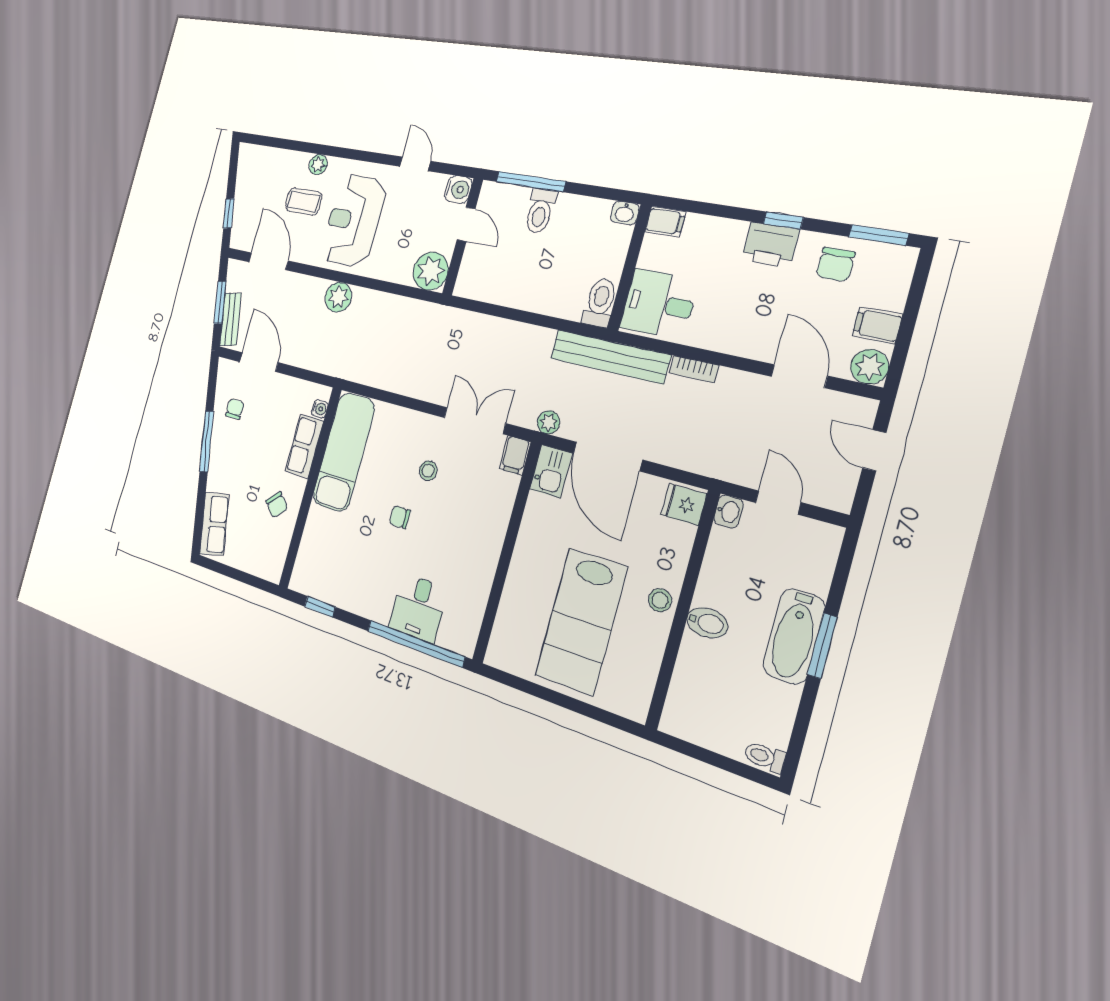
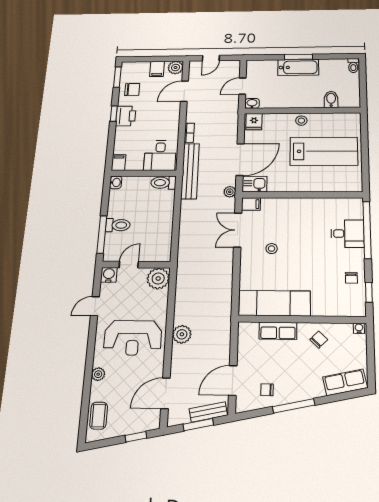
coffee table: (304, 202) -> (99, 416), moved
water cooler: (320, 409) -> (359, 328), moved
chair: (400, 517) -> (351, 278), moved
bidet: (707, 623) -> (331, 99), moved

